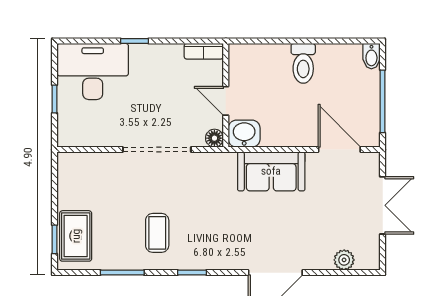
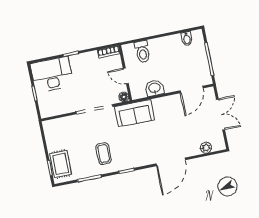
bidet: (371, 56) -> (187, 39), moved
toilet: (303, 63) -> (142, 52), moved
washbasin: (244, 134) -> (154, 88), moved
door: (339, 150) -> (192, 89), swing flipped
sofa: (271, 171) -> (135, 113), moved

